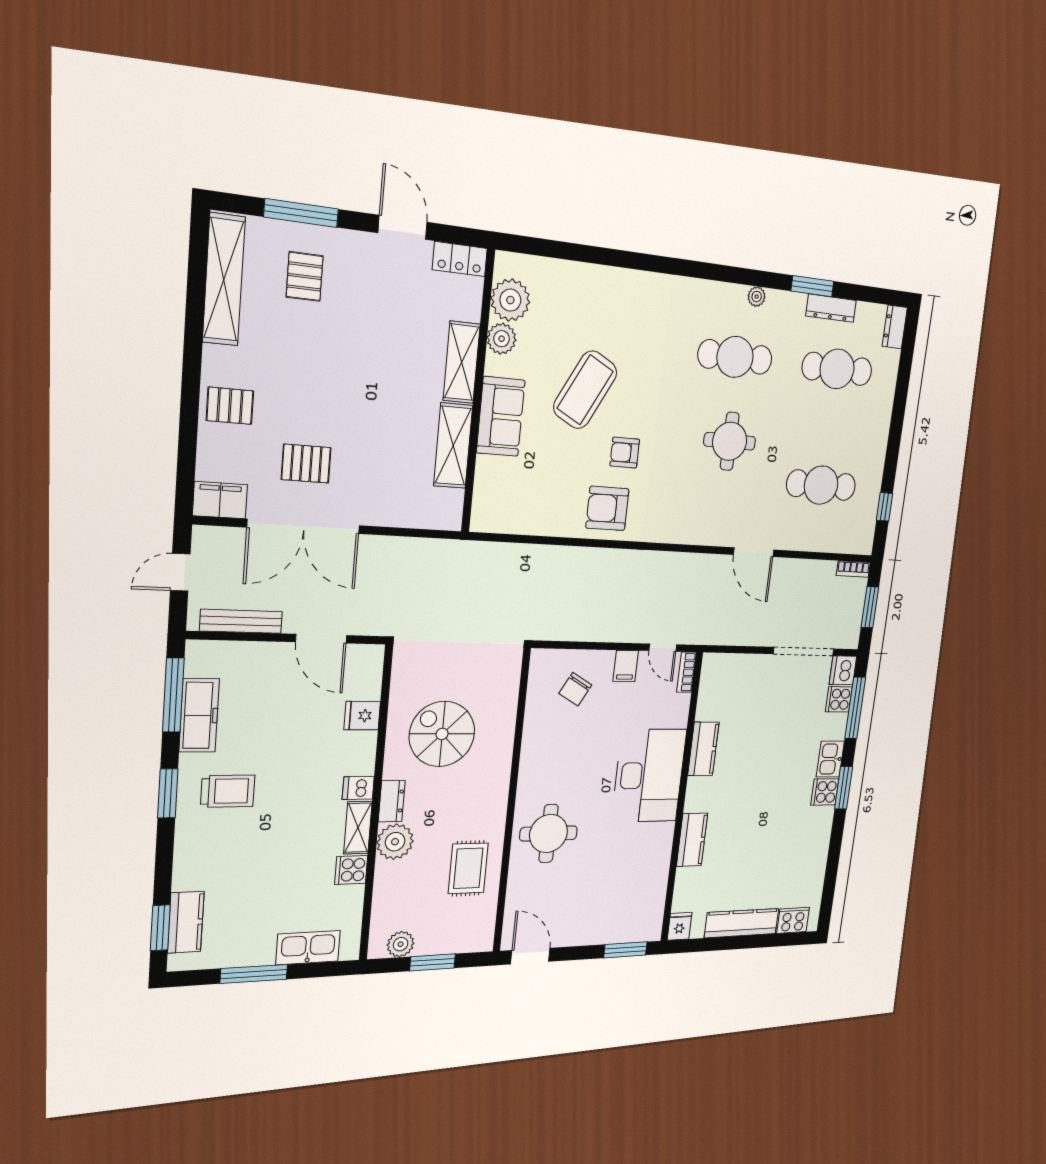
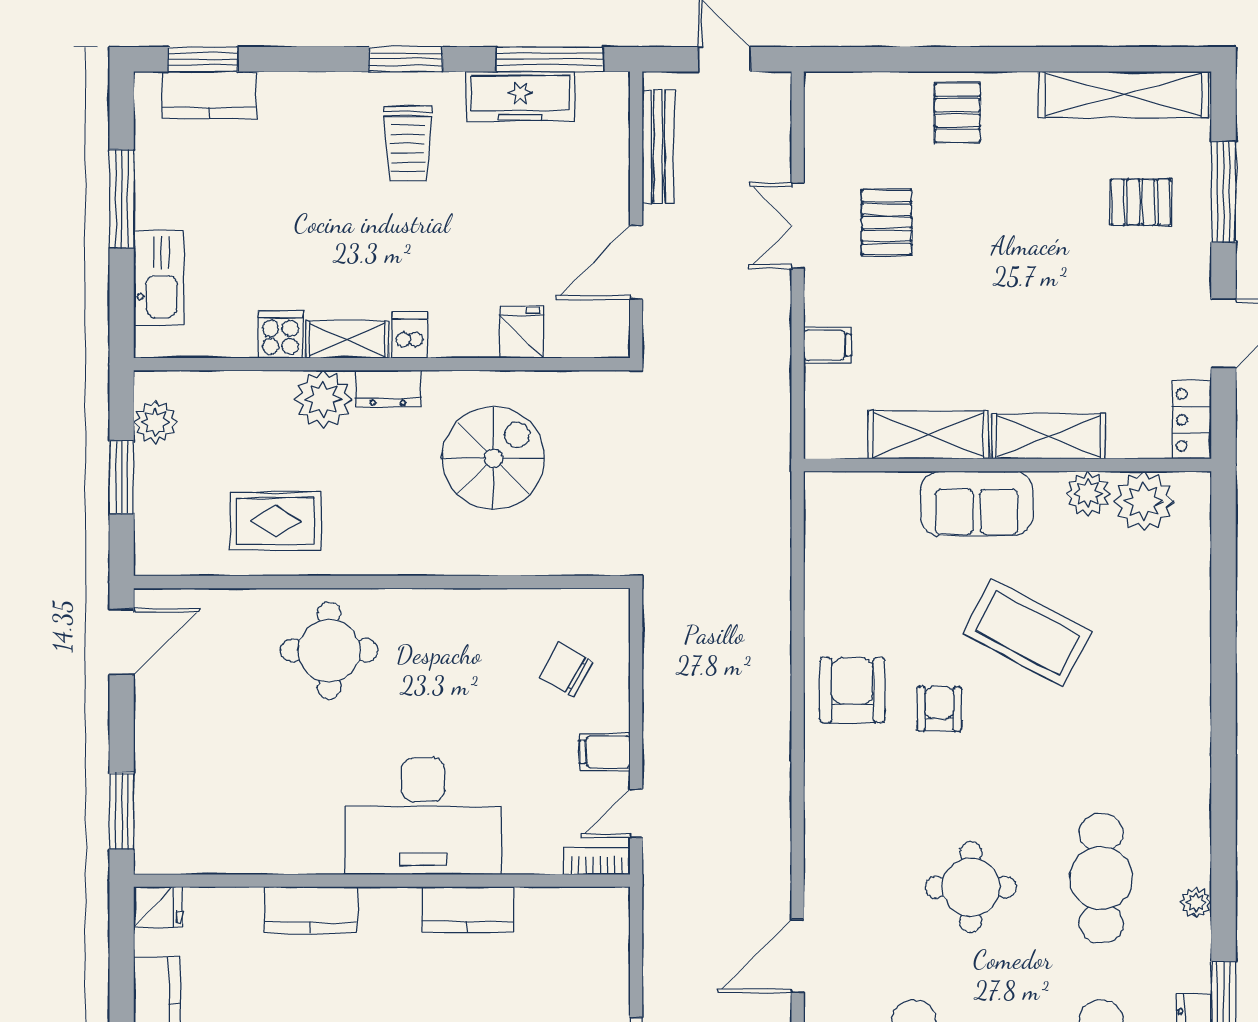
filing cabinet: (220, 500) -> (828, 345), moved, width x0.50
double door: (304, 527) -> (798, 226), width x0.54

